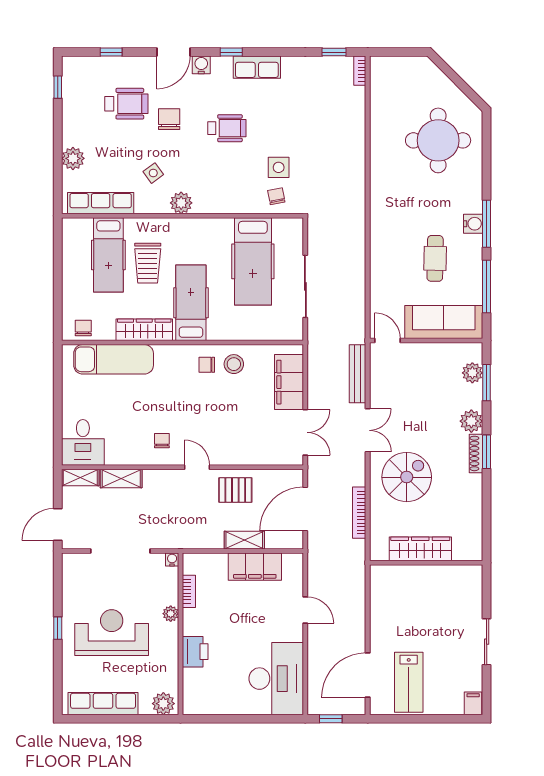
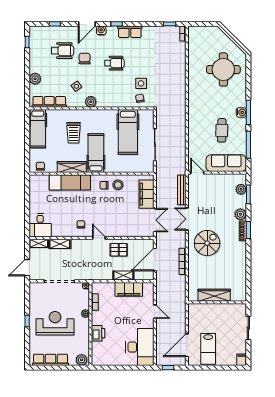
hospital bed: (108, 255) -> (38, 129), moved
exam couch: (114, 359) -> (70, 182), moved
double door: (368, 430) -> (187, 219), swing flipped
wardrobe: (420, 549) -> (214, 295), moved
wall: (426, 563) -> (217, 302), moved

